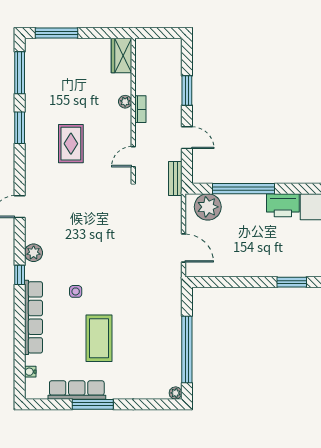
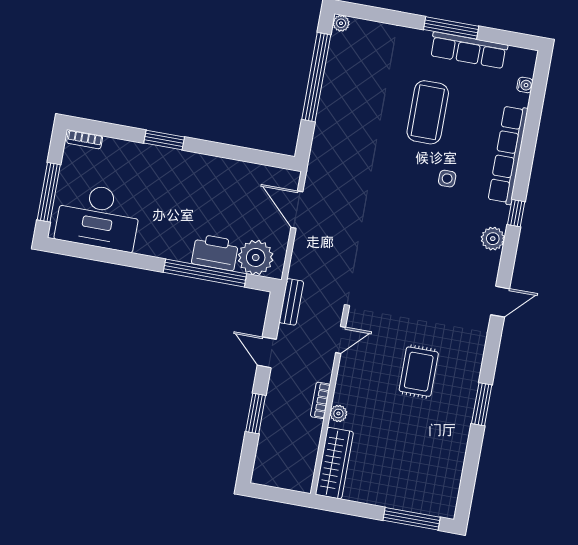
wardrobe: (122, 55) -> (334, 463), width x1.50
window: (20, 73) -> (469, 476), removed
printer: (283, 205) -> (215, 252), moved

